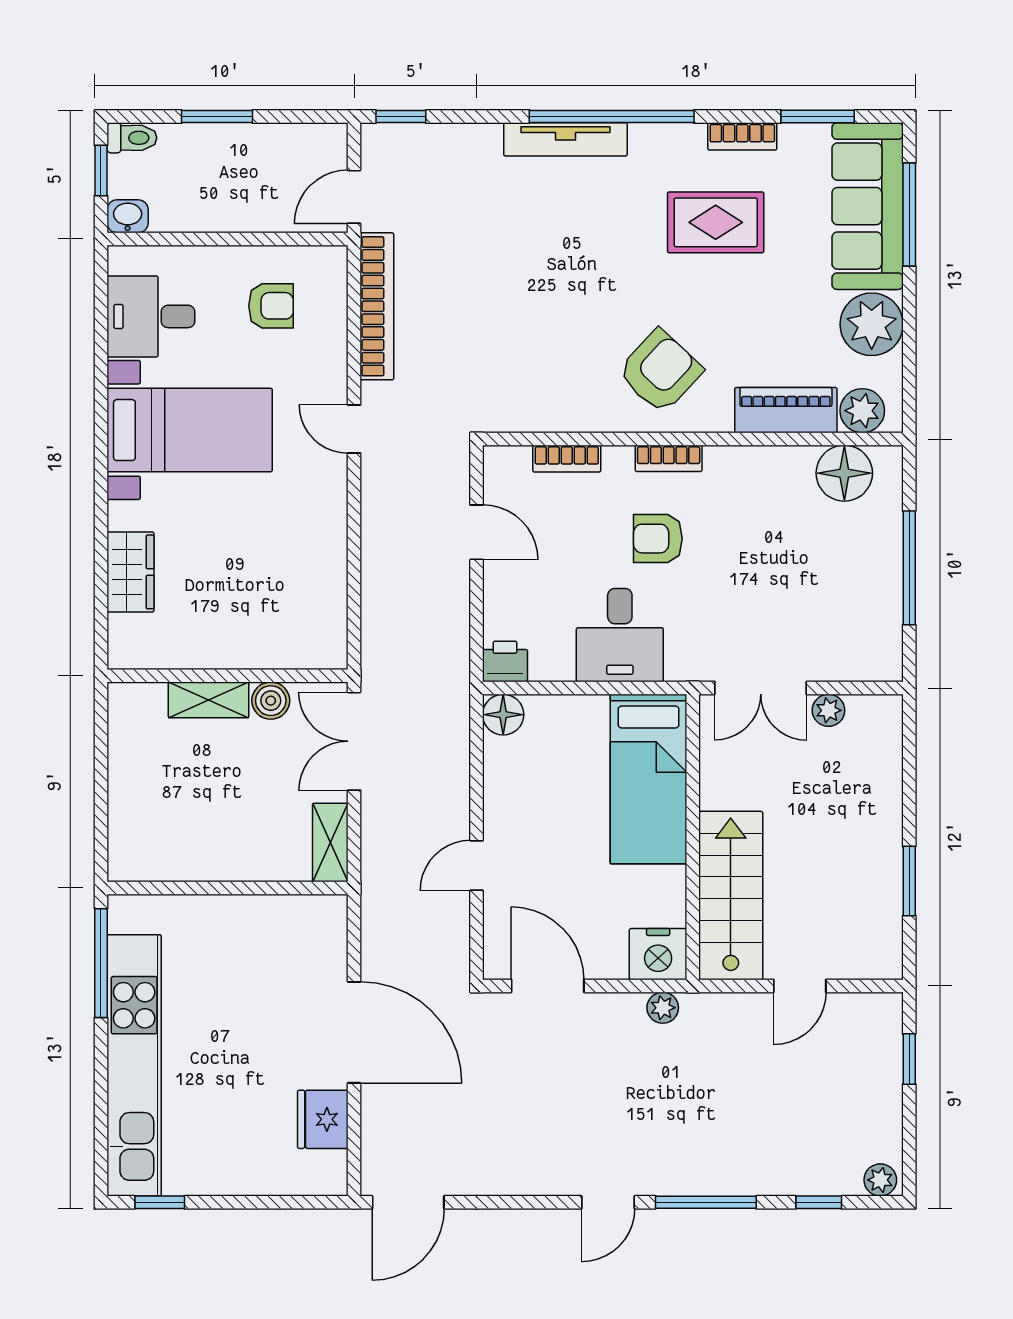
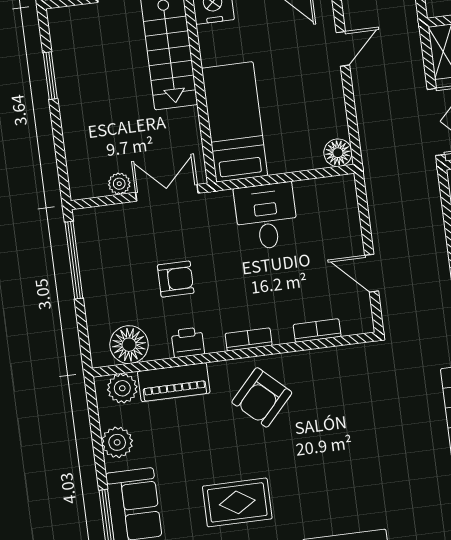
plant: (872, 324) -> (117, 442), width x0.73, depth x0.73
armchair: (658, 539) -> (176, 279), moved
window: (909, 568) -> (74, 260), moved
printer: (505, 661) -> (188, 342), moved, turned 180

